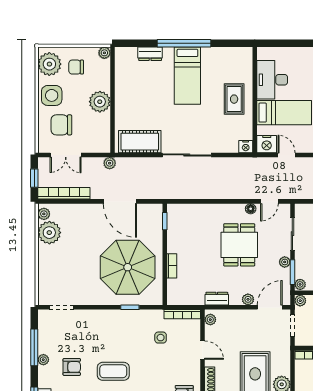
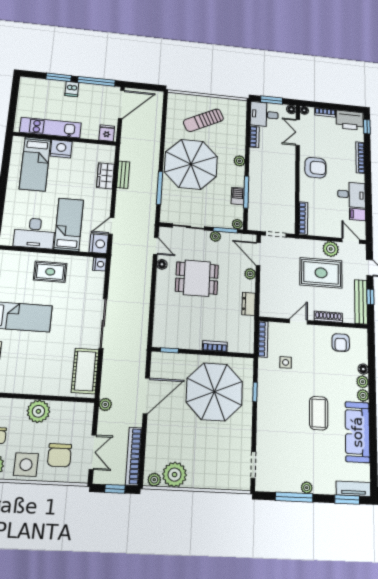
plant: (300, 301) -> (253, 225), removed
plant: (210, 320) -> (269, 312), removed
armchair: (72, 367) -> (314, 457), removed

